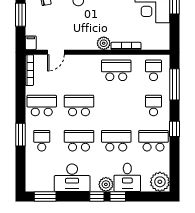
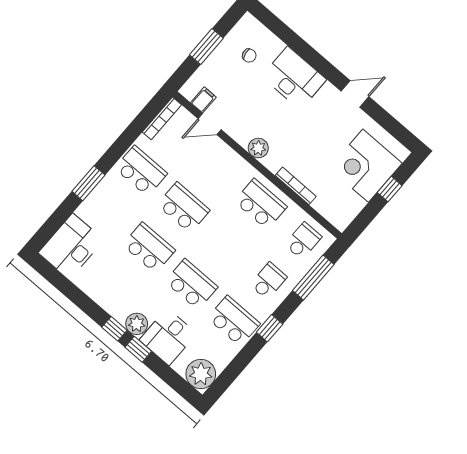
filing cabinet: (31, 43) -> (203, 100), moved
plant: (104, 43) -> (258, 148), moved
school desk: (42, 141) -> (106, 211), removed
desk: (72, 178) -> (71, 246), moved, turned 90
window: (45, 196) -> (55, 278), removed

